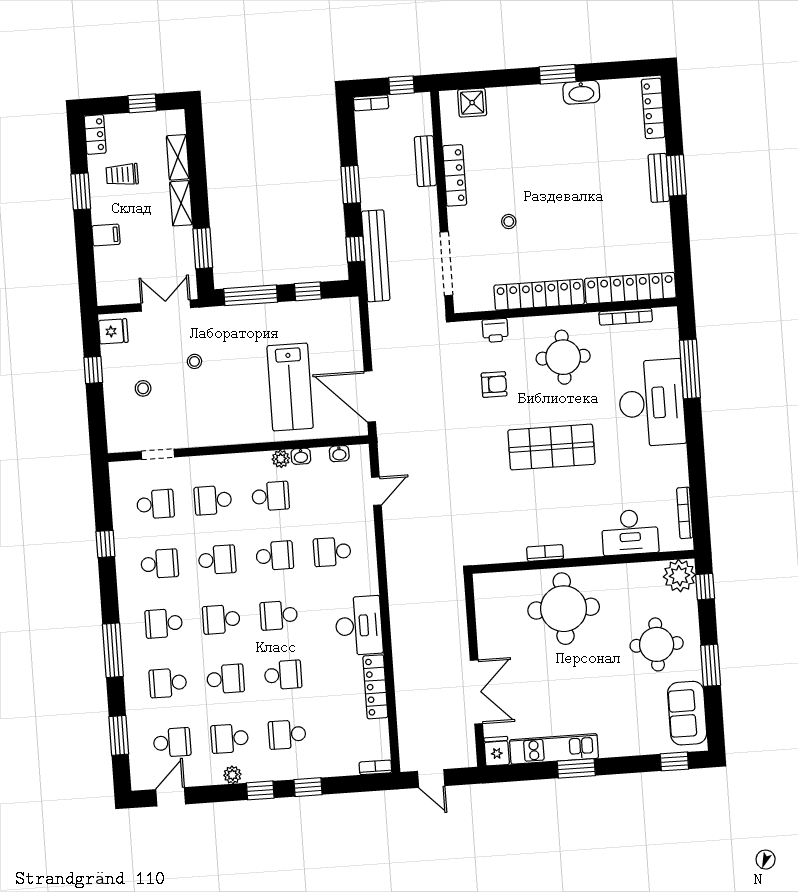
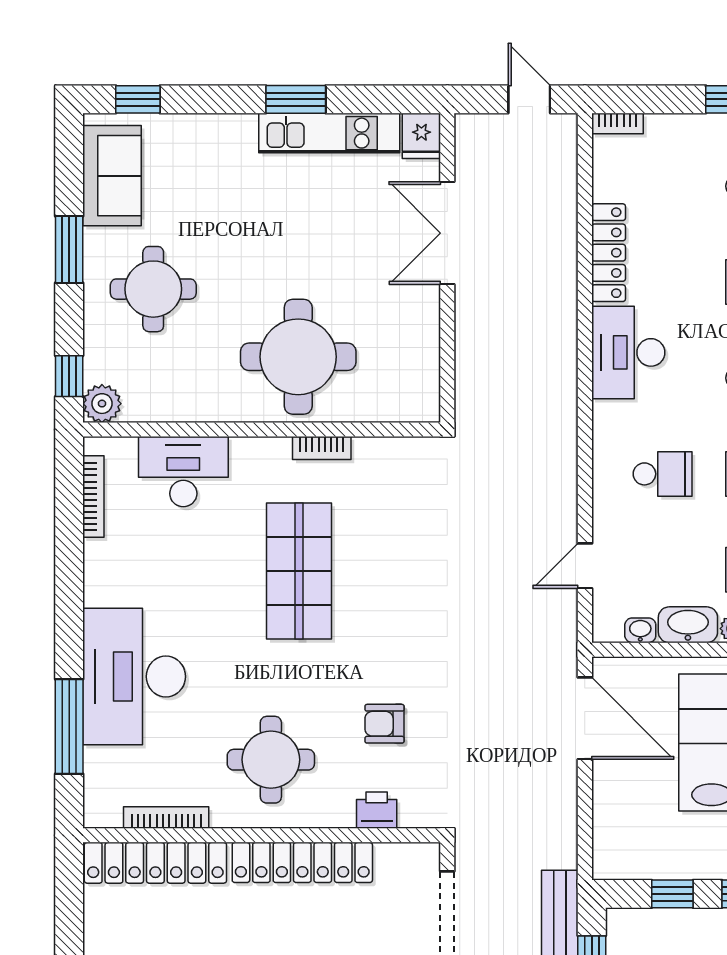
shop shelf: (551, 447) -> (299, 571), moved, turned 90
washbasin: (301, 456) -> (688, 625), width x1.91, depth x1.45
plant: (679, 576) -> (102, 404), width x0.73, depth x0.73

